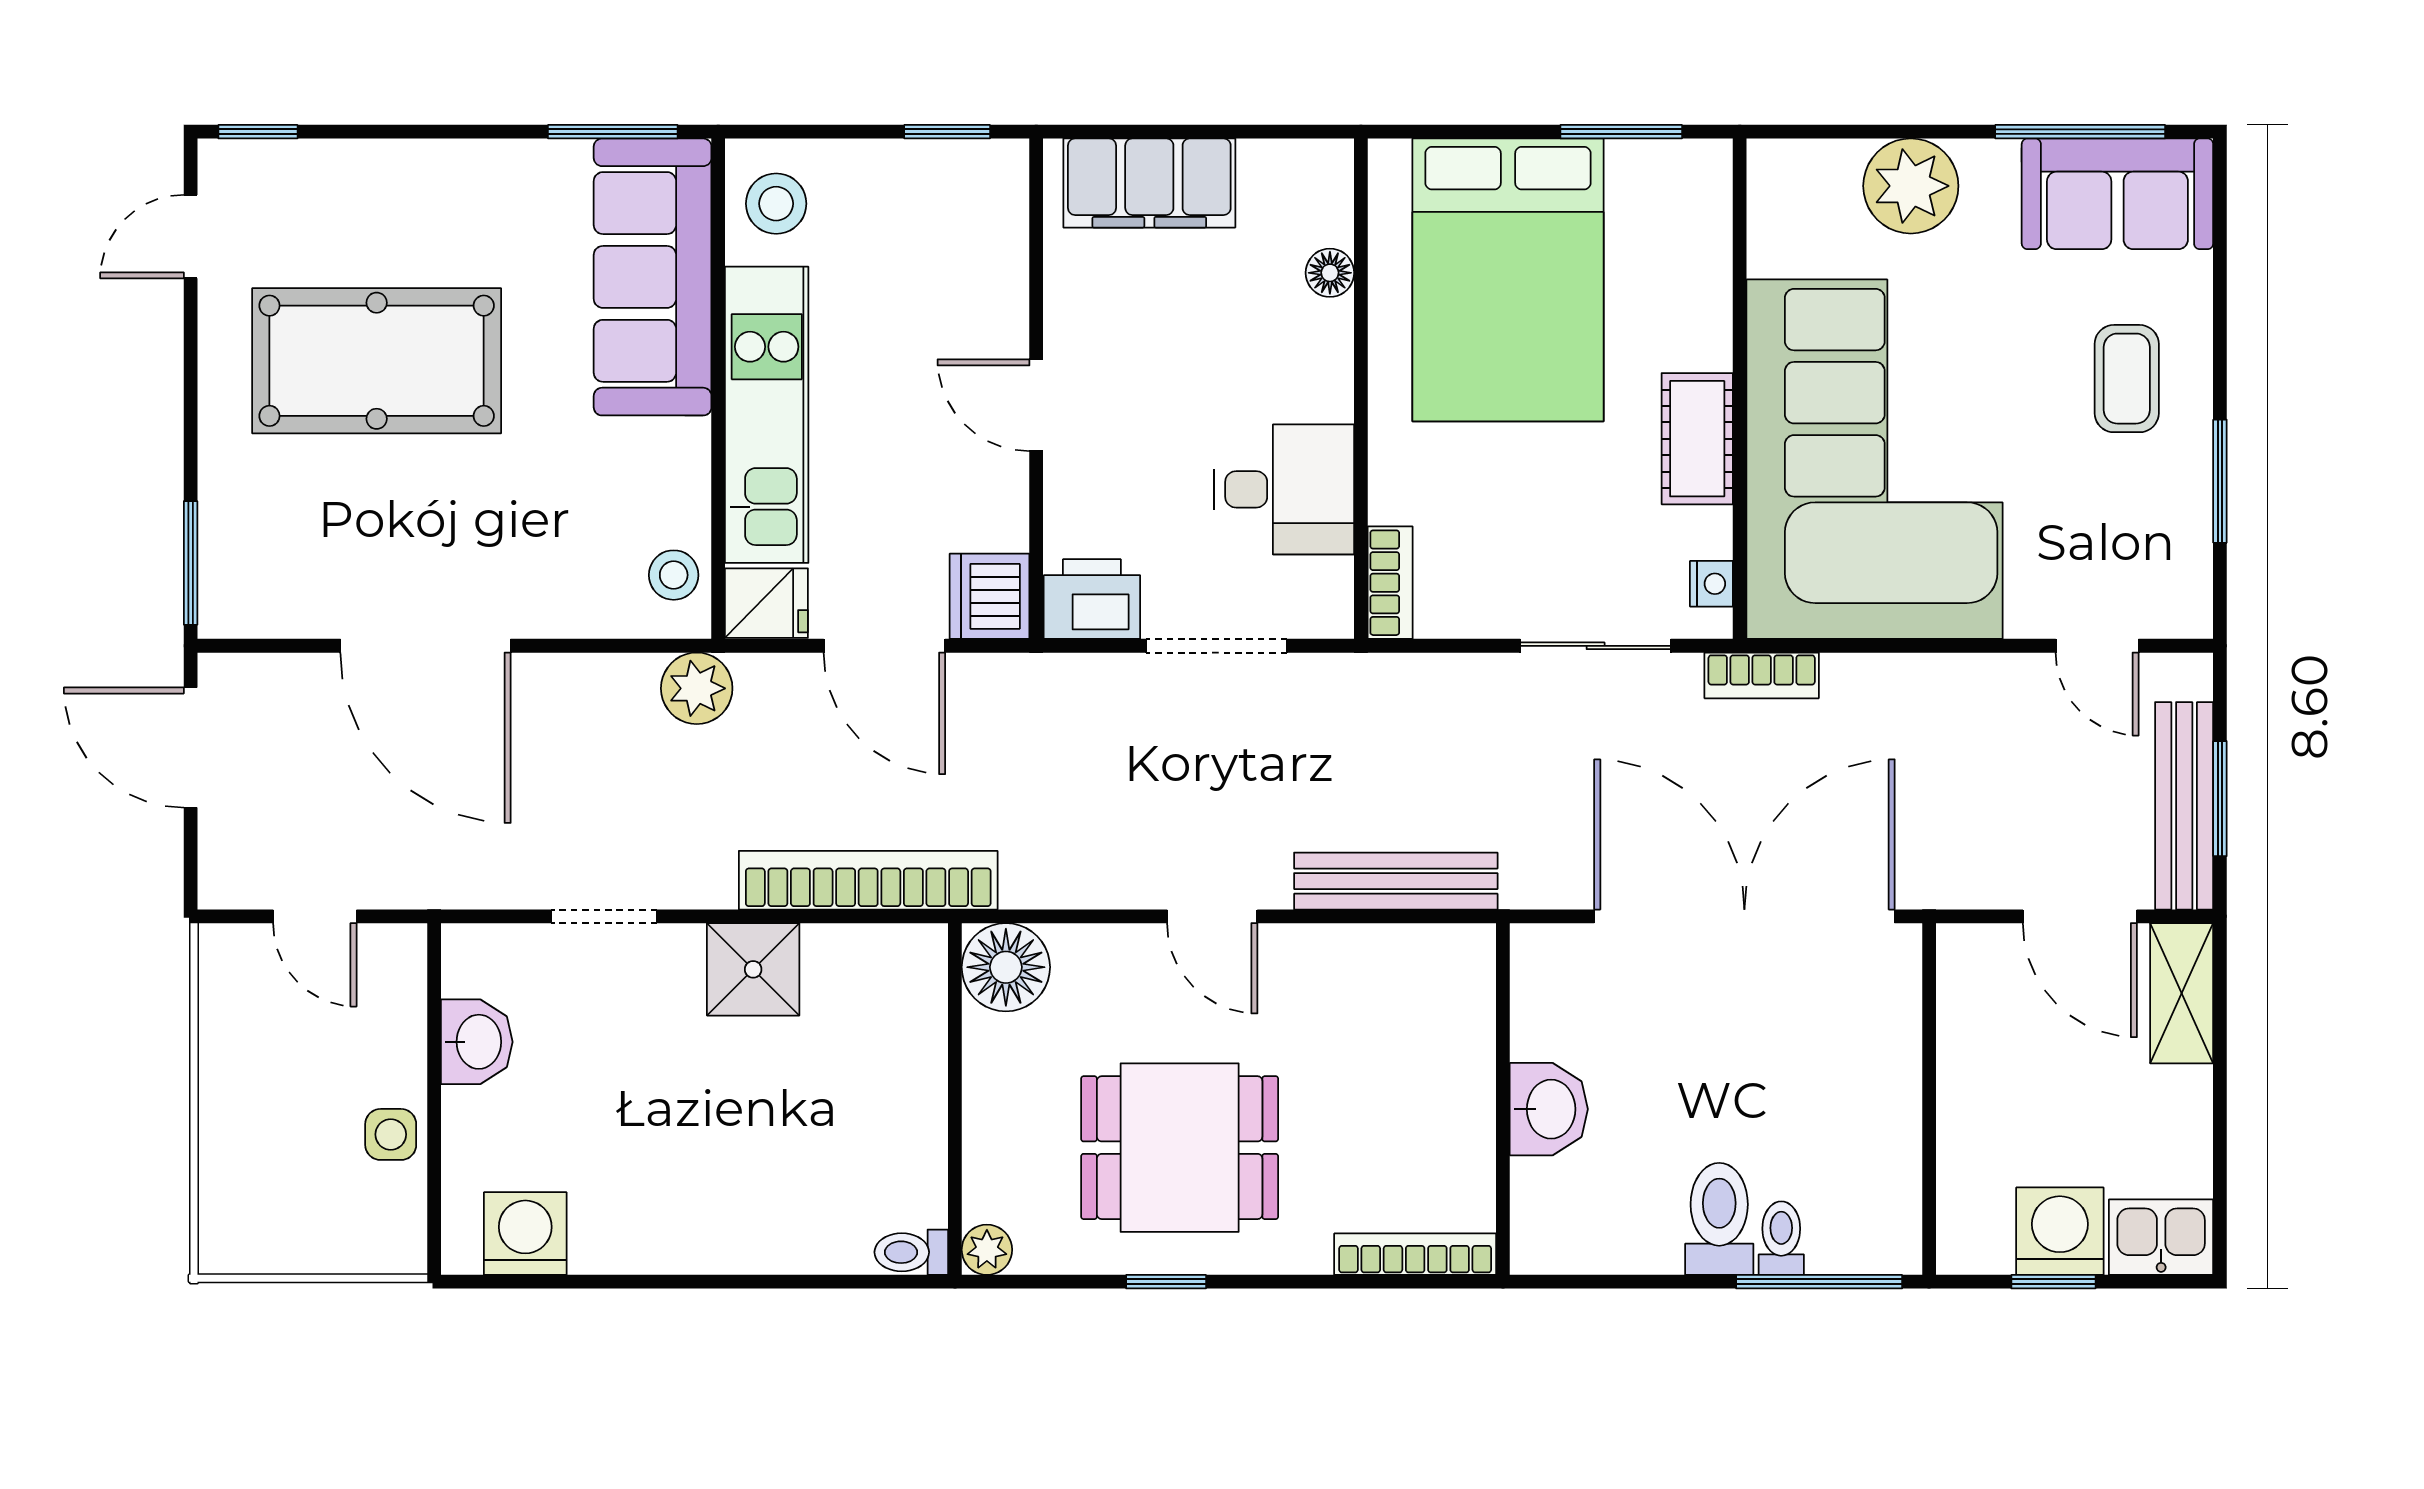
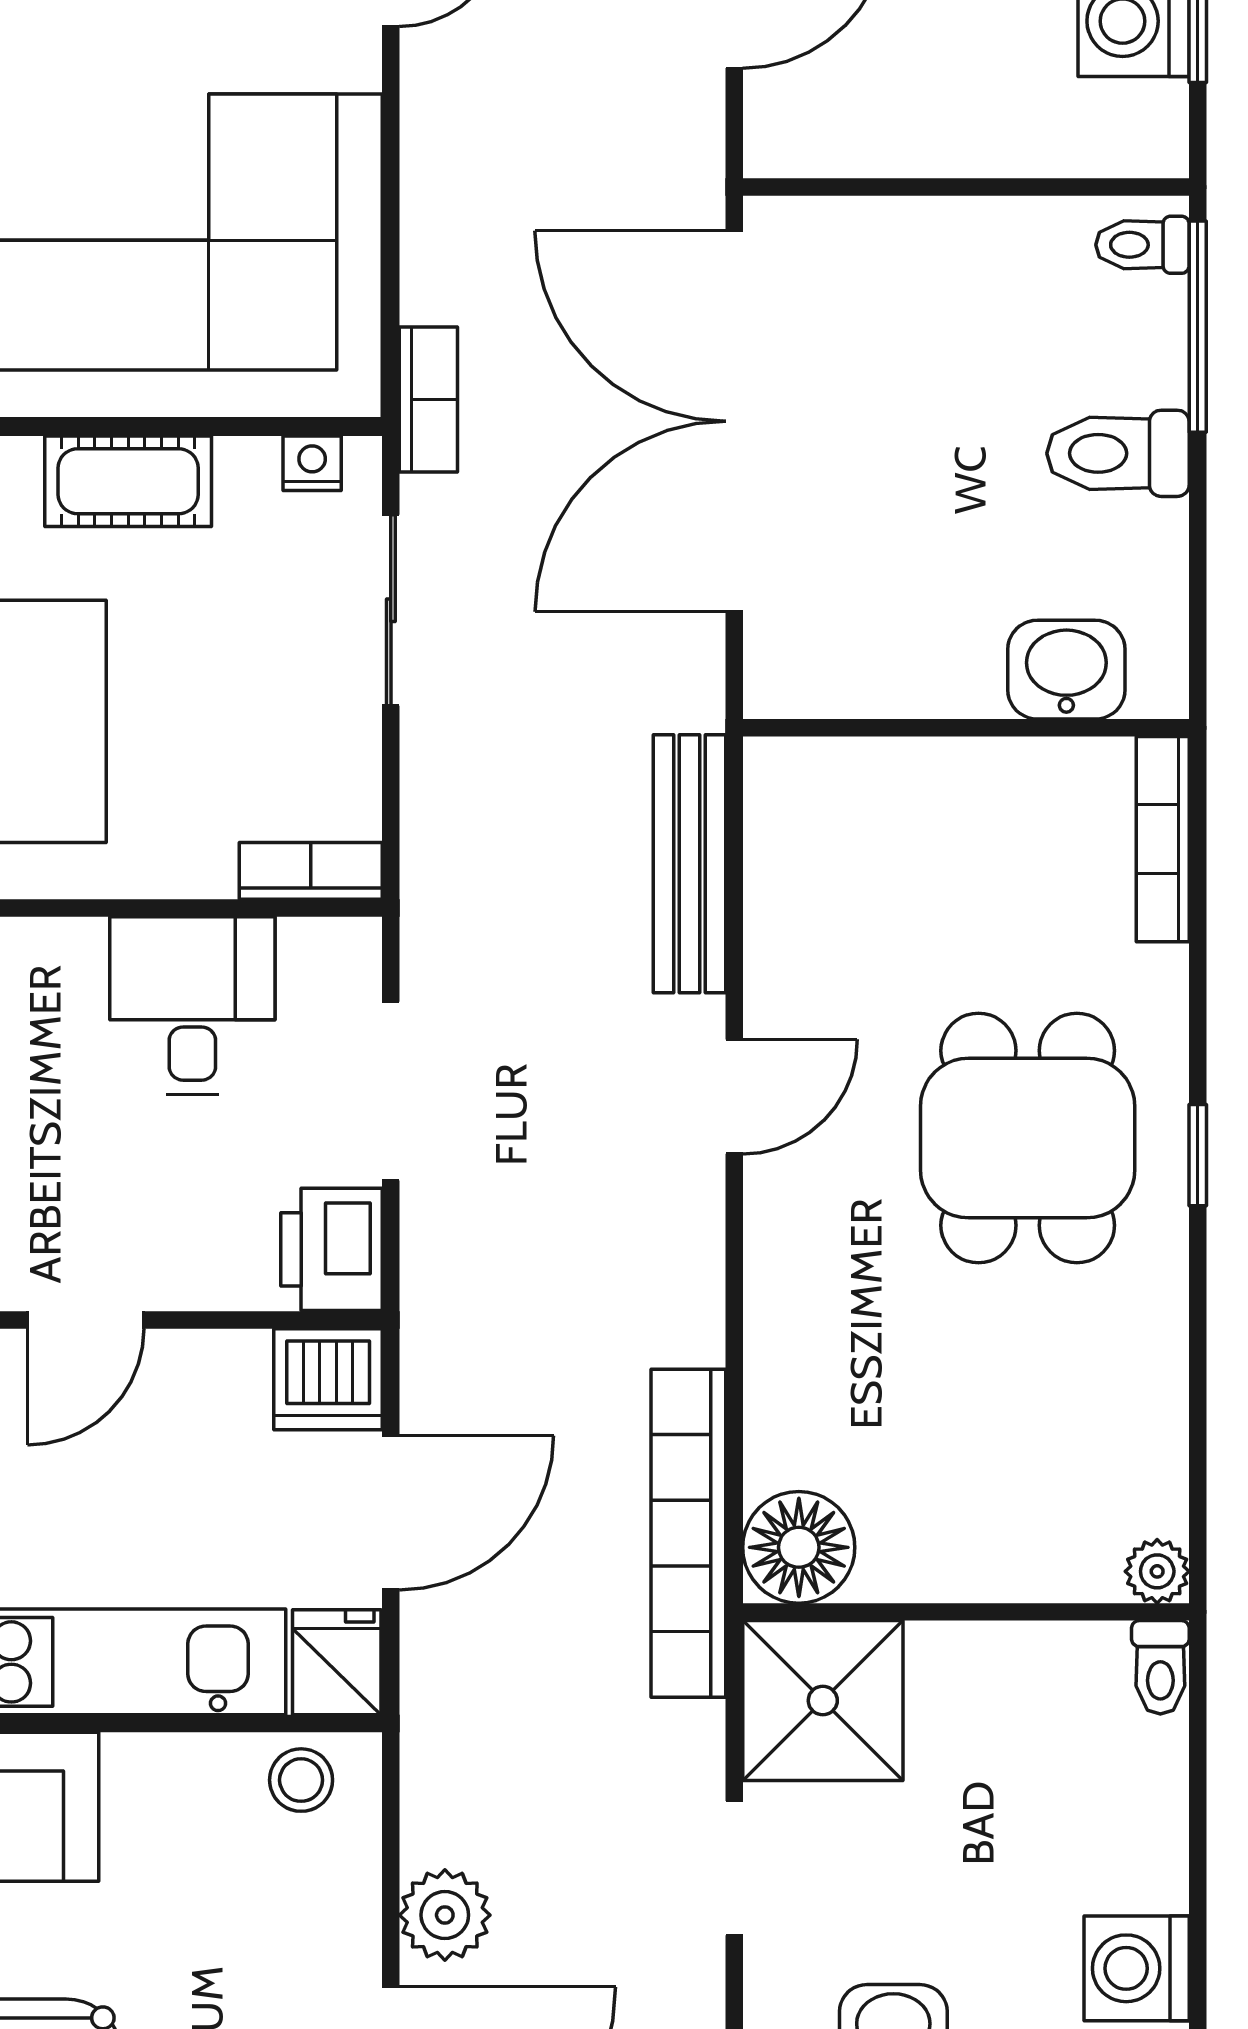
plant: (697, 688) -> (445, 1915), moved
floor lamp: (1006, 967) -> (799, 1547), moved
shower: (753, 969) -> (823, 1701), width x1.36, depth x1.36
wall: (955, 1099) -> (966, 1612), moved
washbasin: (1549, 1109) -> (1066, 670), moved
toilet: (1781, 1238) -> (1142, 245), moved
plant: (987, 1250) -> (1157, 1571), moved
toilet: (911, 1252) -> (1160, 1667), moved

